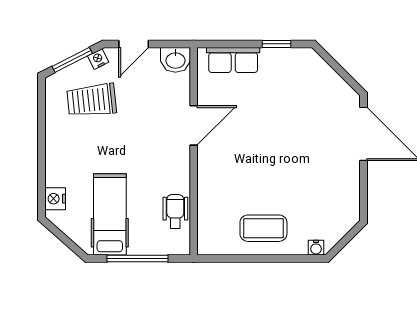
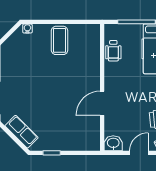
row of seats: (233, 60) -> (22, 132), moved, turned 45
coffee table: (263, 228) -> (60, 40), turned 90

